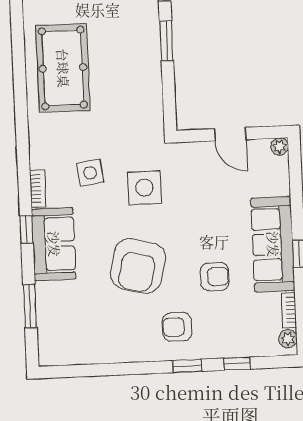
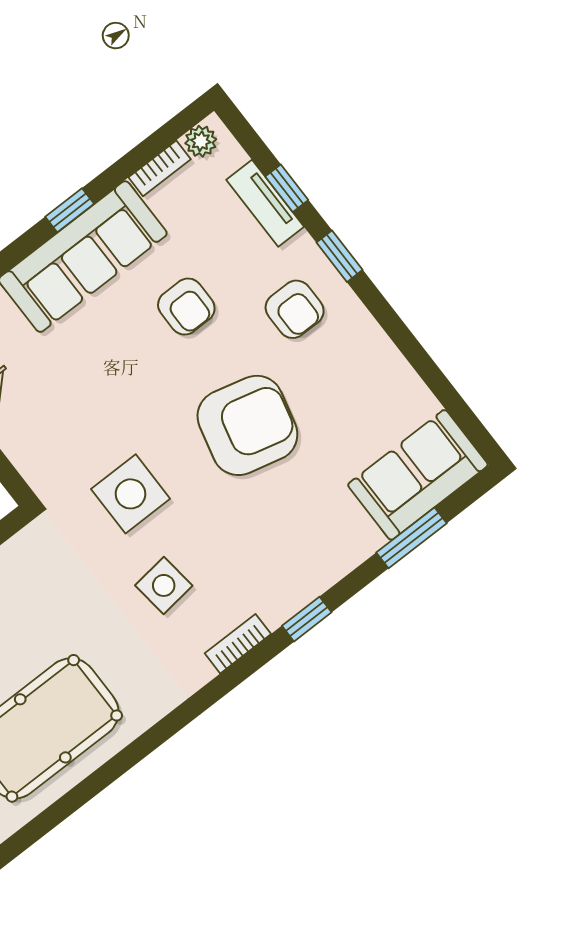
sofa: (54, 244) -> (418, 475), moved
armchair: (215, 277) -> (186, 307), turned 180
tv unit: (237, 348) -> (265, 203), added

